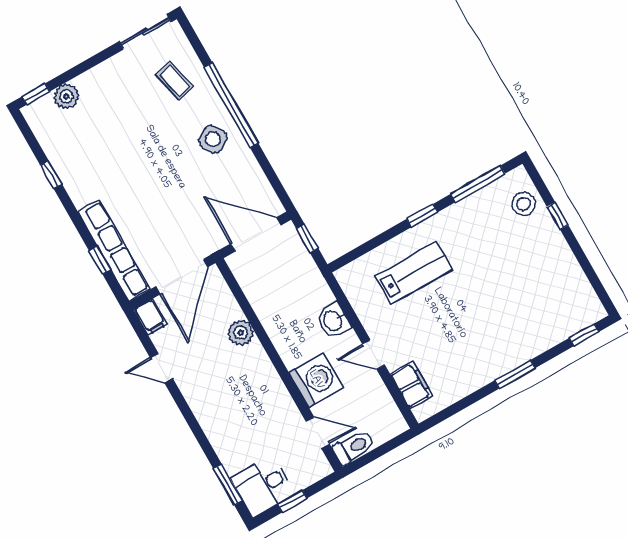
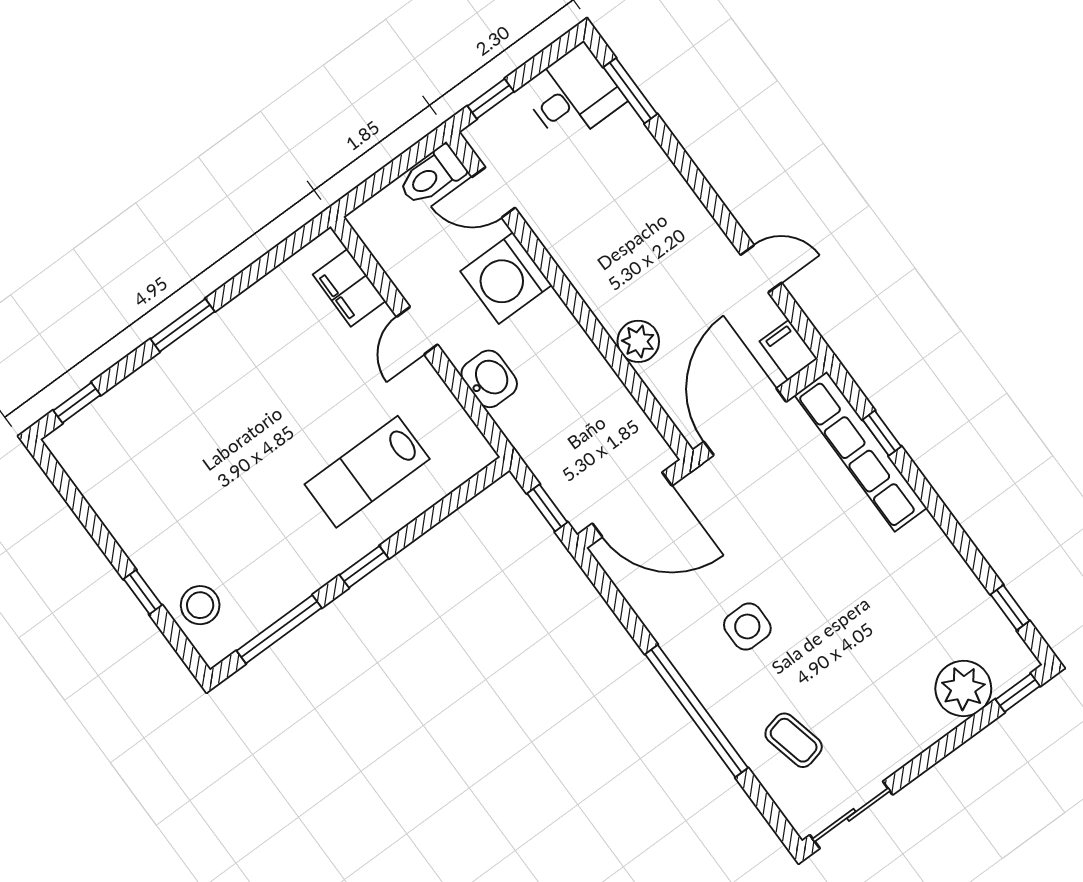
plant: (66, 96) -> (963, 688), width x1.36, depth x1.36
side table: (213, 139) -> (747, 627), moved, turned 31
window: (51, 175) -> (1010, 608), moved
door: (374, 355) -> (417, 331), swing flipped
window: (292, 501) -> (491, 99), moved

